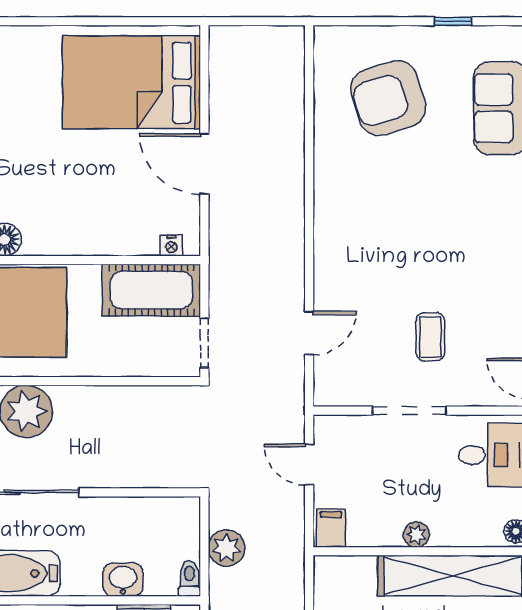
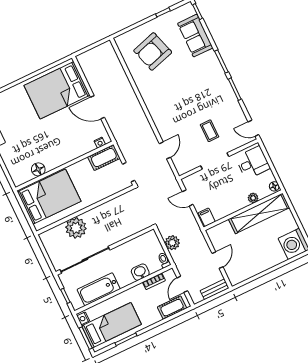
cot: (151, 290) -> (104, 158), width x0.73, depth x0.75
plant: (416, 535) -> (253, 198), moved

